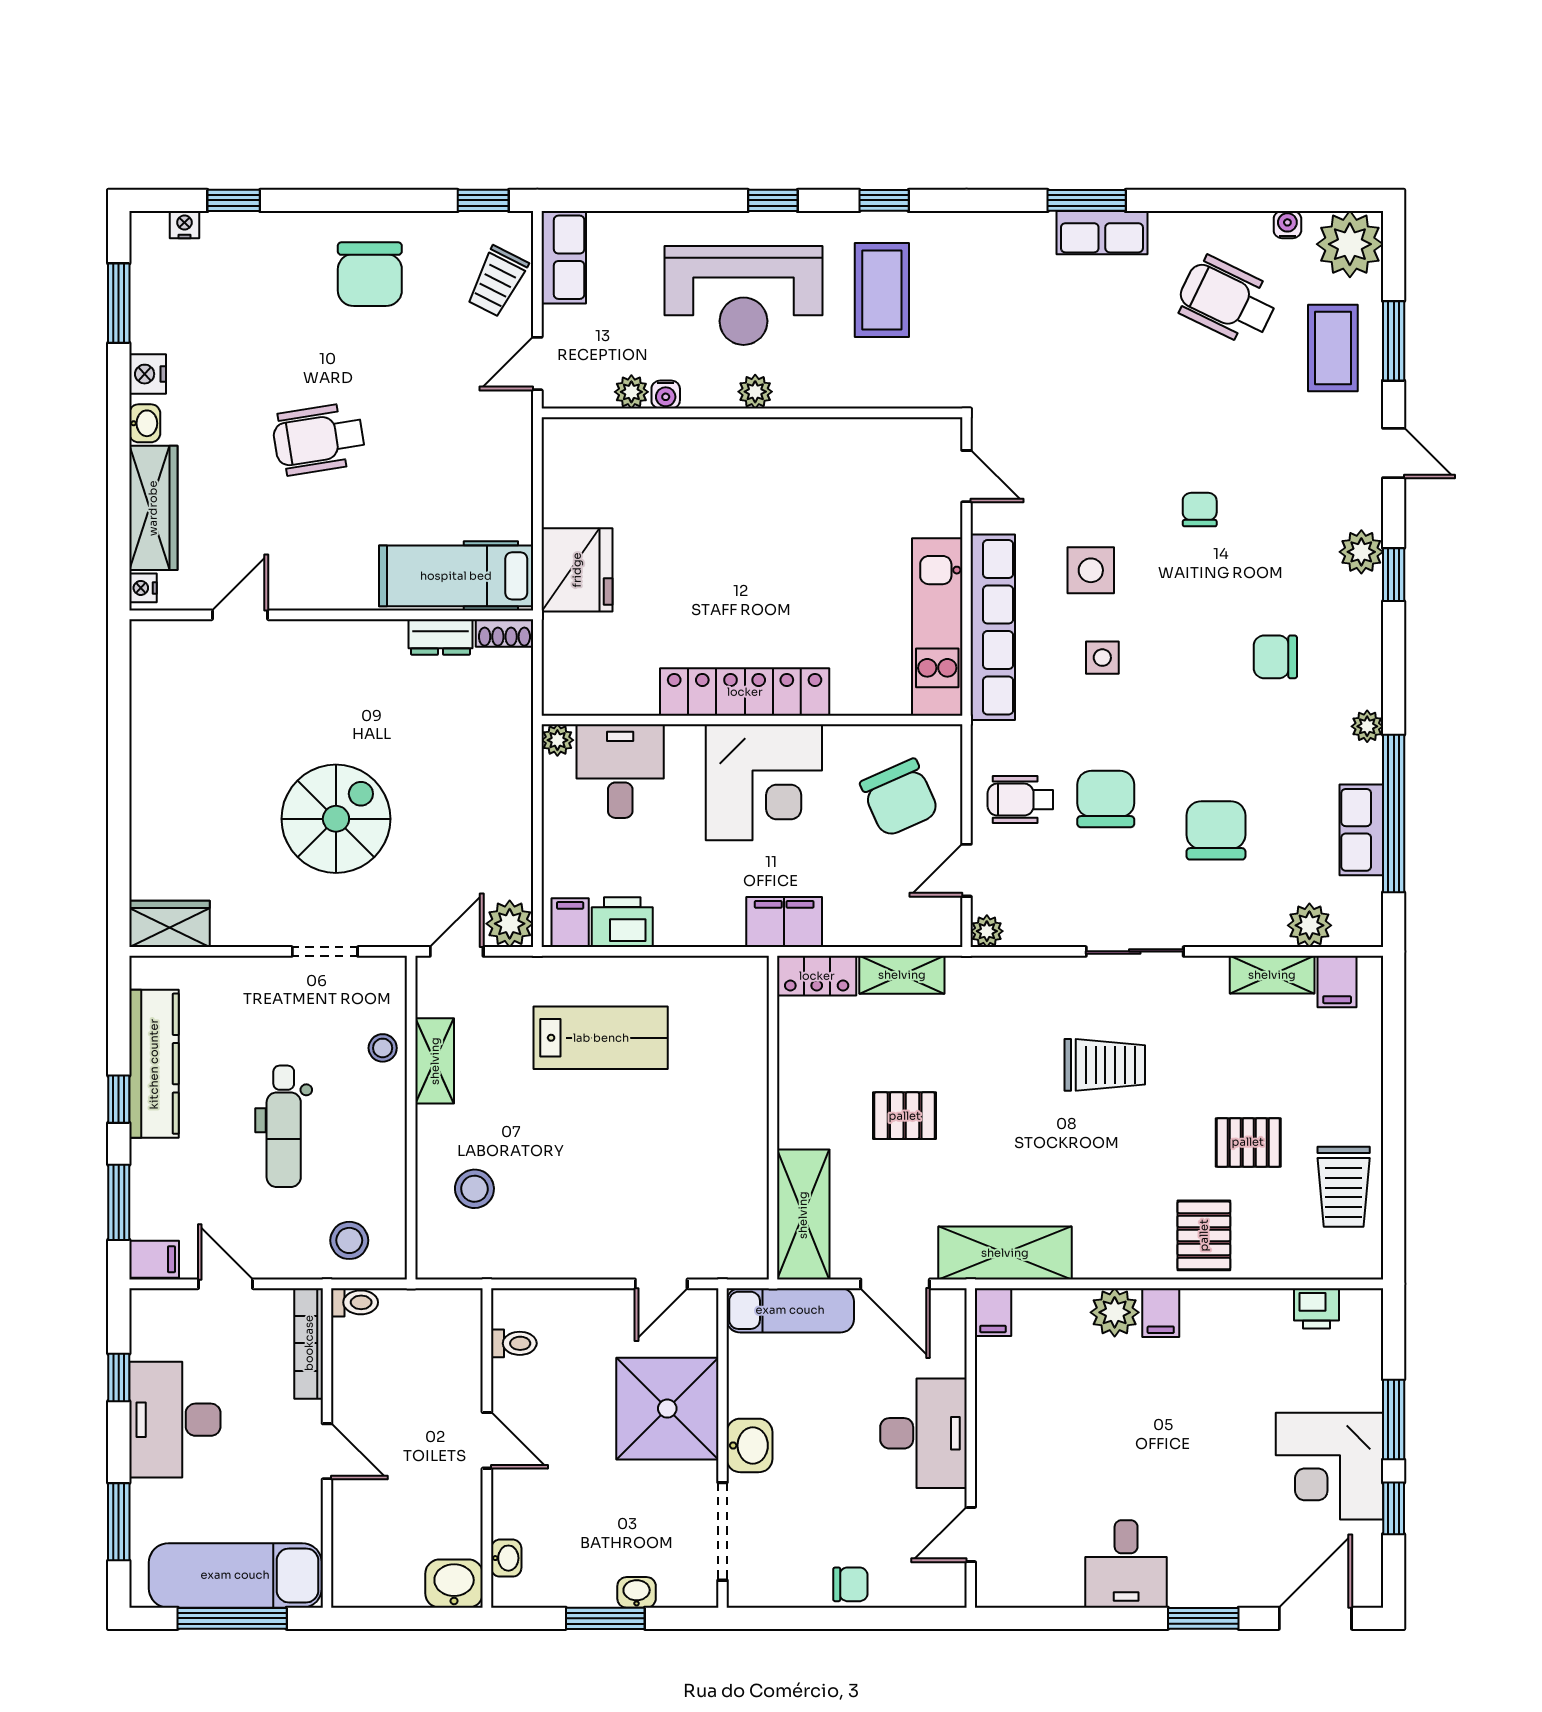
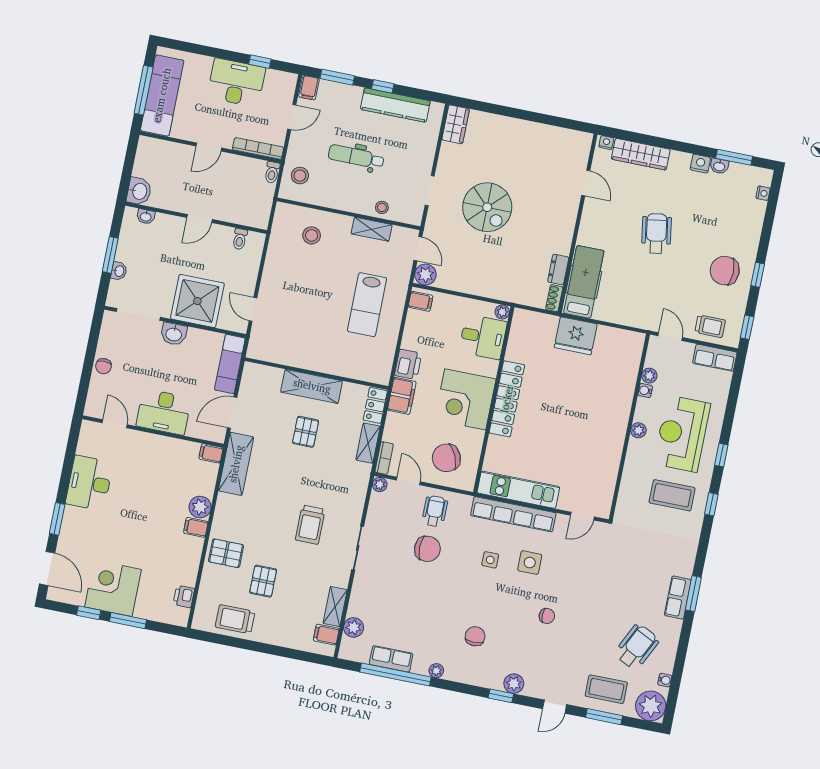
window: (234, 200) -> (758, 275), moved
trolley: (497, 281) -> (710, 326), turned 153
washbasin: (145, 423) -> (719, 166), moved
chair: (1216, 830) -> (404, 595), removed
printer: (622, 922) -> (408, 364), moved
bookcase: (927, 933) -> (384, 458), added
shelving: (803, 1215) -> (312, 386), moved
window: (119, 1522) -> (196, 49), removed
desk: (1126, 1564) -> (89, 483), width x1.37

